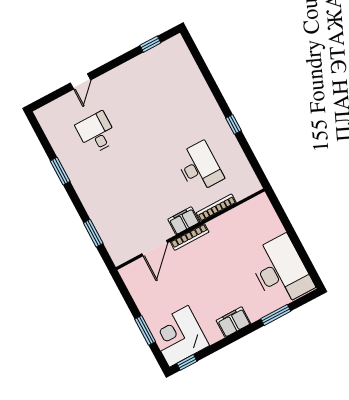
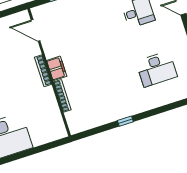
desk: (199, 167) -> (157, 69), moved
door: (155, 248) -> (36, 30), moved

